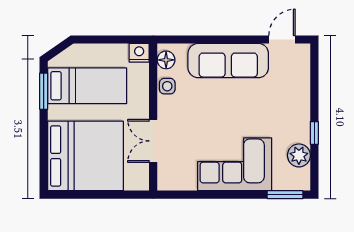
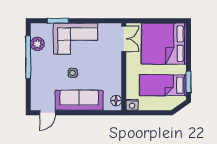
side table: (167, 86) -> (73, 73), moved
window: (314, 133) -> (28, 57), width x3.17
double door: (153, 141) -> (124, 39), moved
window: (285, 195) -> (58, 21), moved

